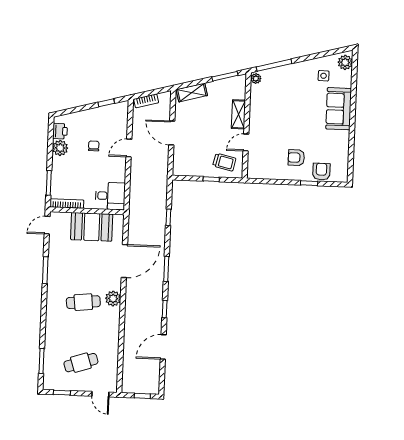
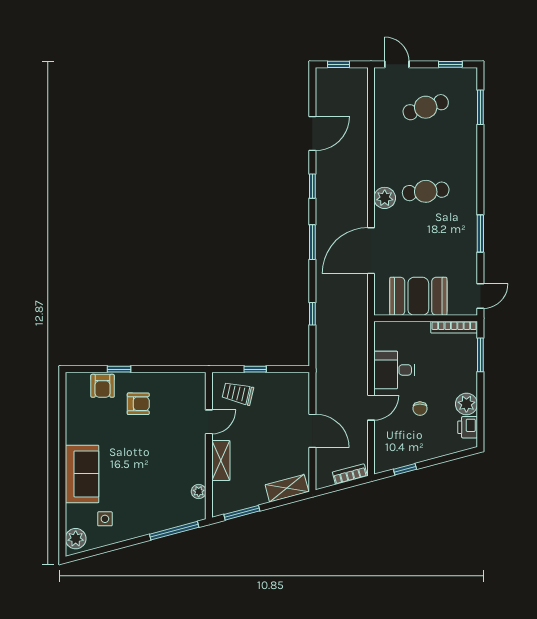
plant: (256, 78) -> (199, 491), moved
desk: (110, 196) -> (394, 370), moved

